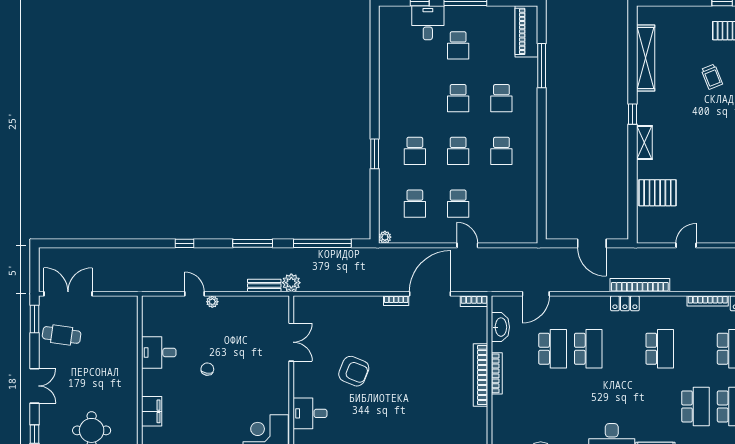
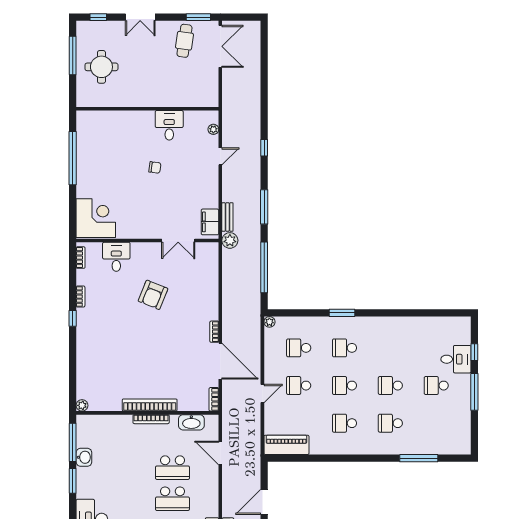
piano: (526, 31) -> (286, 445), moved
plant: (212, 302) -> (213, 129), moved
filing cabinet: (152, 411) -> (210, 222), moved, turned 90

